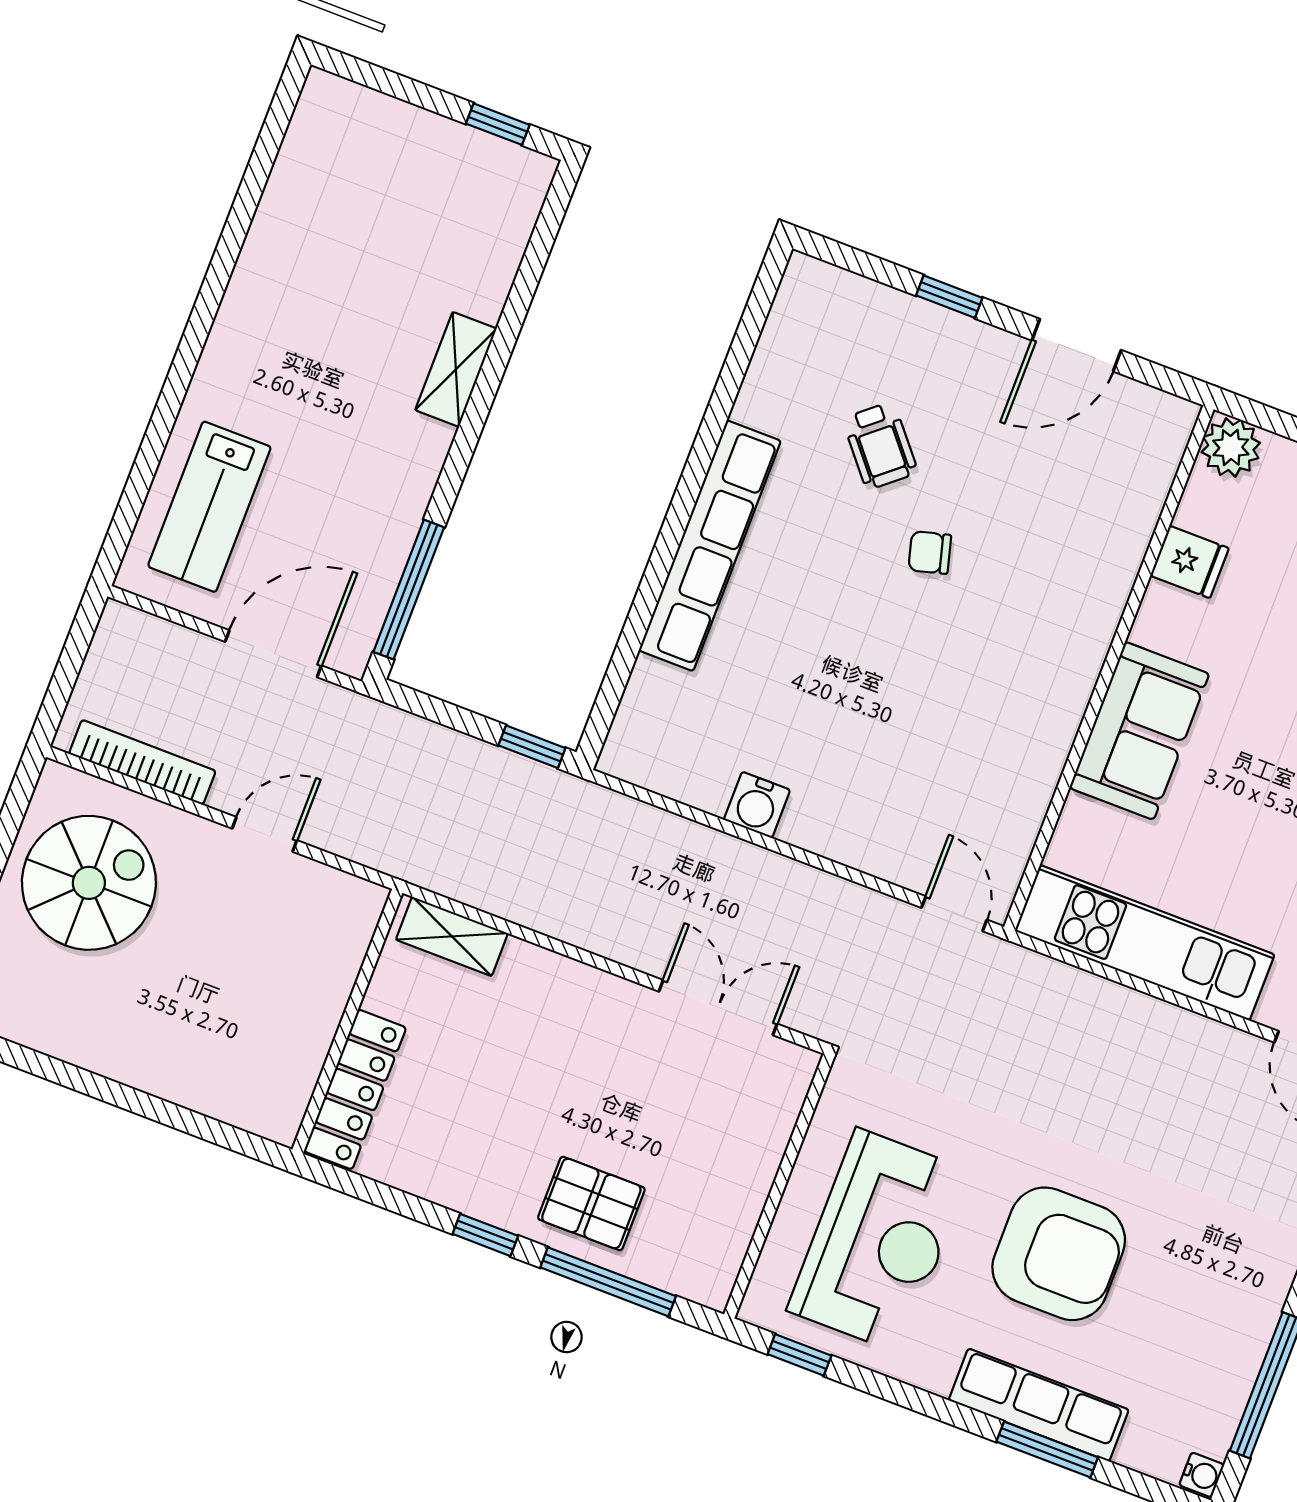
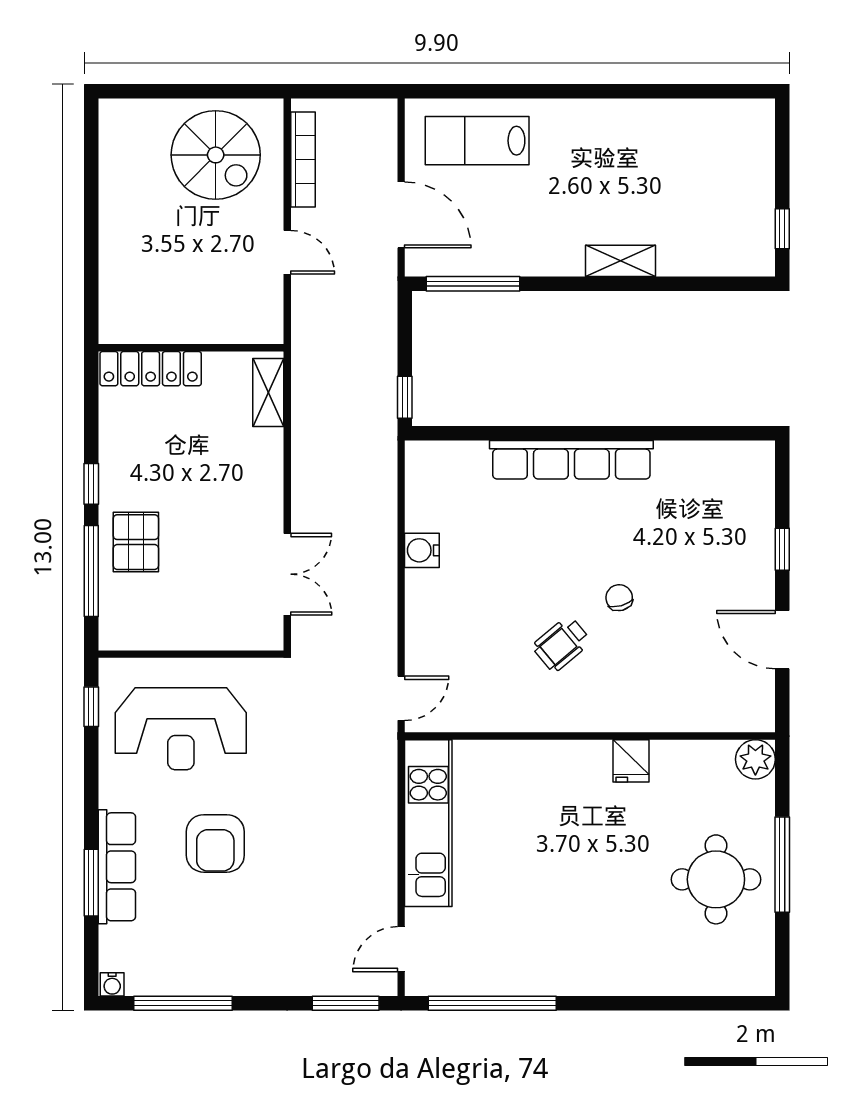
wheelchair: (880, 446) -> (562, 644), moved
fridge: (1190, 562) -> (631, 761), moved
sofa: (1139, 731) -> (558, 770), removed
armchair: (1059, 1254) -> (215, 843), width x0.73, depth x0.73

